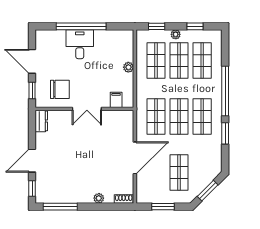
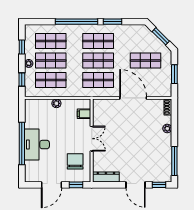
desk: (80, 44) -> (37, 145), width x1.37
dresser: (41, 121) -> (106, 177), width x1.44

